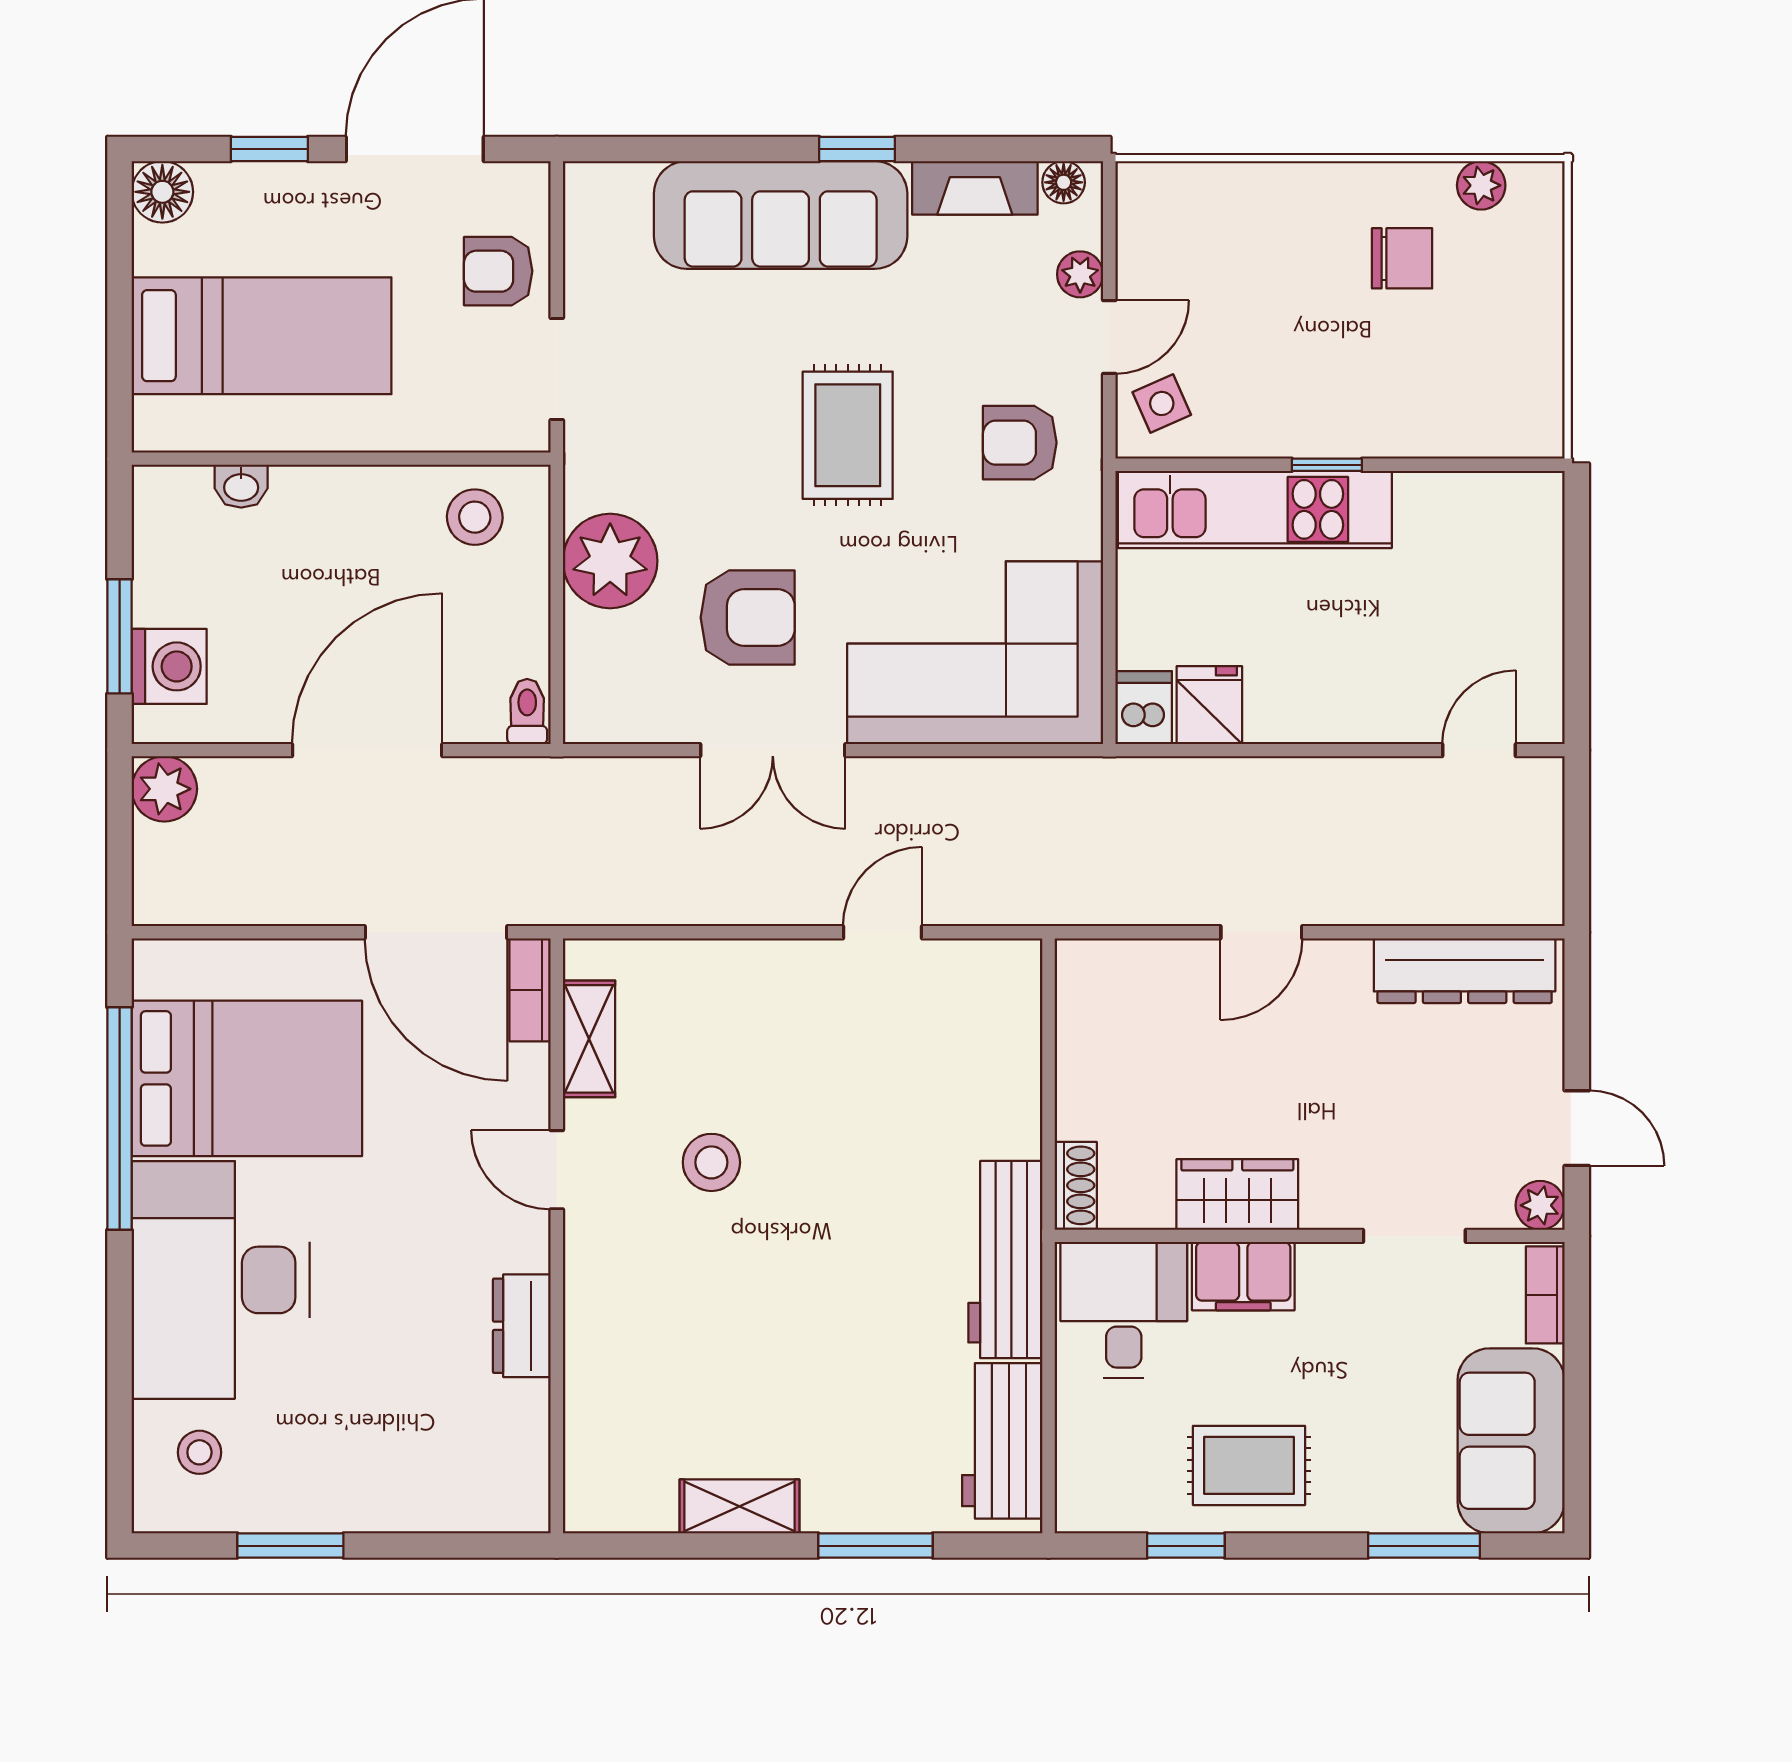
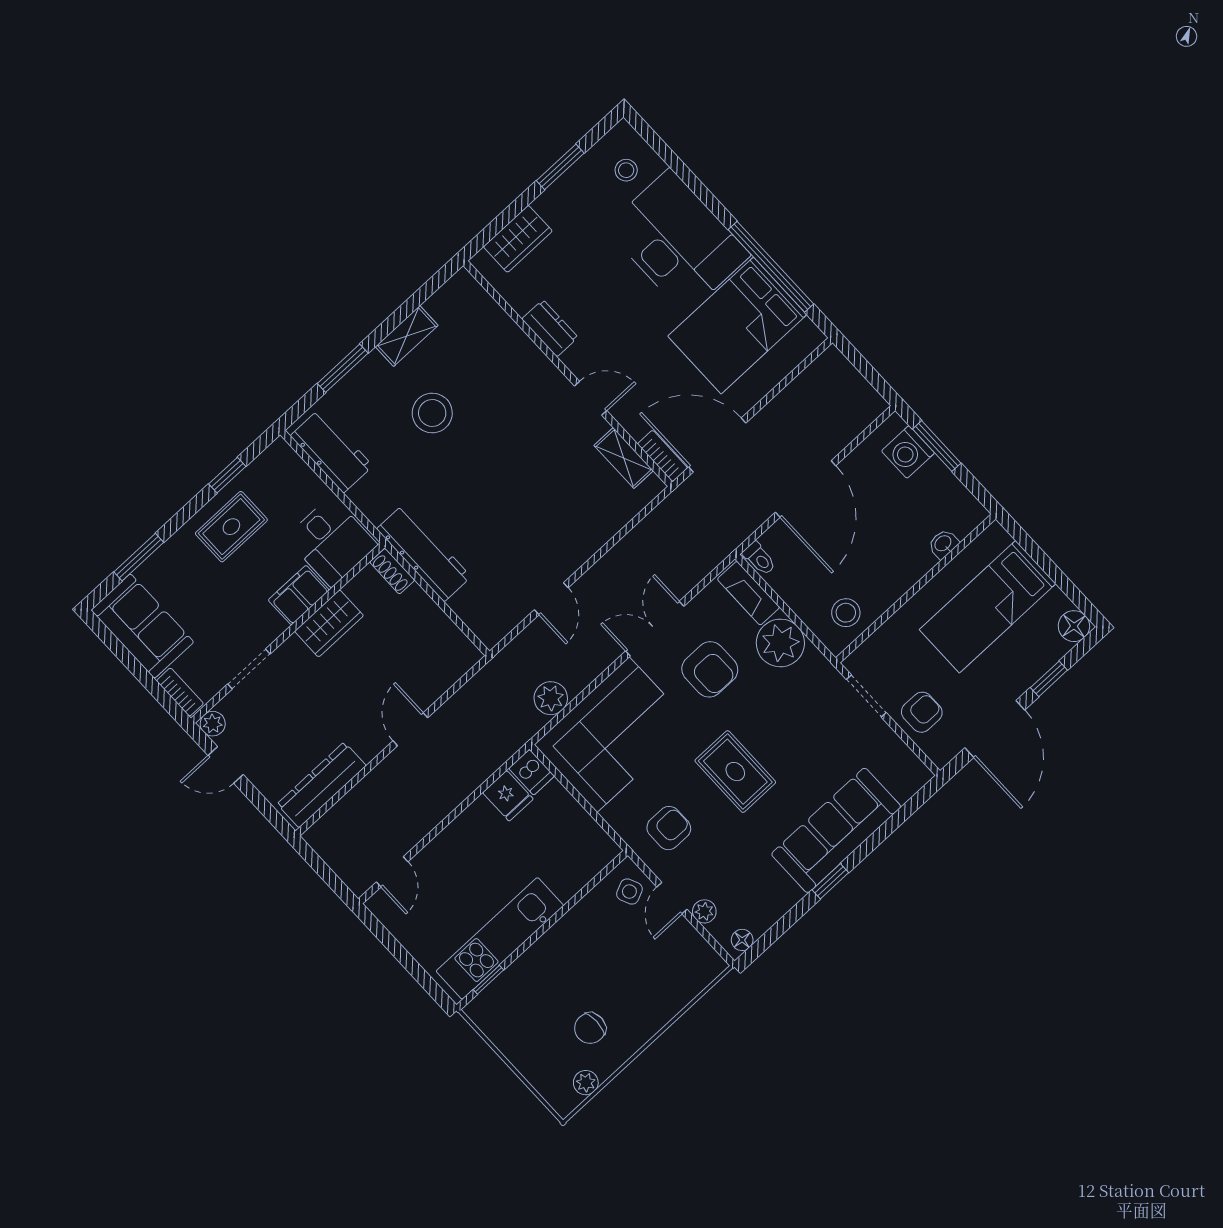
fireplace: (975, 188) -> (748, 593), moved, turned -90
window: (1327, 465) -> (488, 980), moved
kitchen unit: (1255, 509) -> (500, 938), moved
armchair: (748, 618) -> (710, 669), turned -90
plant: (164, 789) -> (551, 698), moved
stool: (711, 1162) -> (432, 413), moved, width x1.38, depth x1.38
workbench: (1005, 1260) -> (424, 553), moved
wardrobe: (448, 1498) -> (518, 239), added

